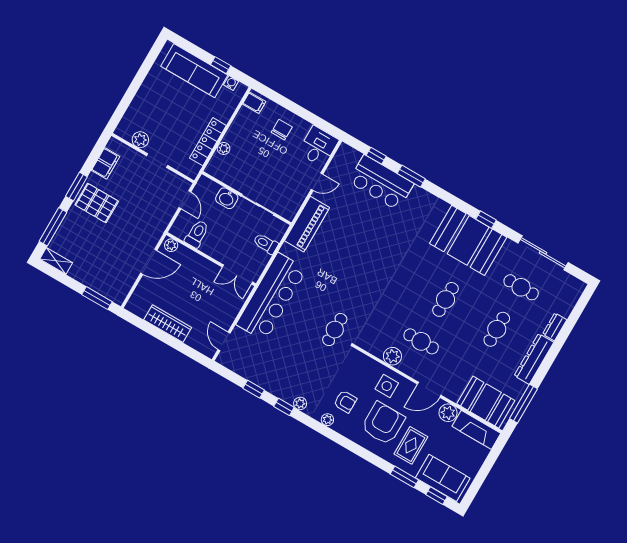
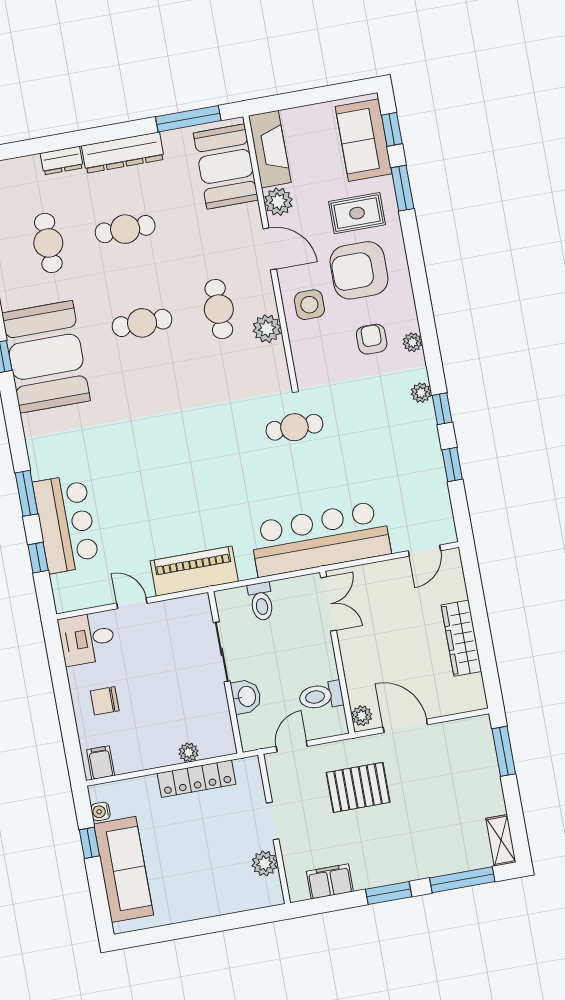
pallet: (97, 203) -> (358, 787), moved, turned 90

